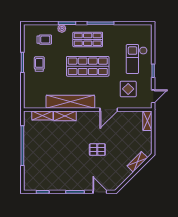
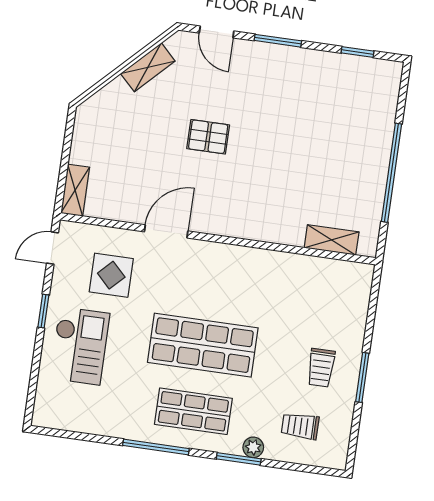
shelving: (70, 102) -> (258, 264), removed
shelving: (65, 116) -> (276, 231), removed
shelving: (137, 162) -> (148, 67), moved

